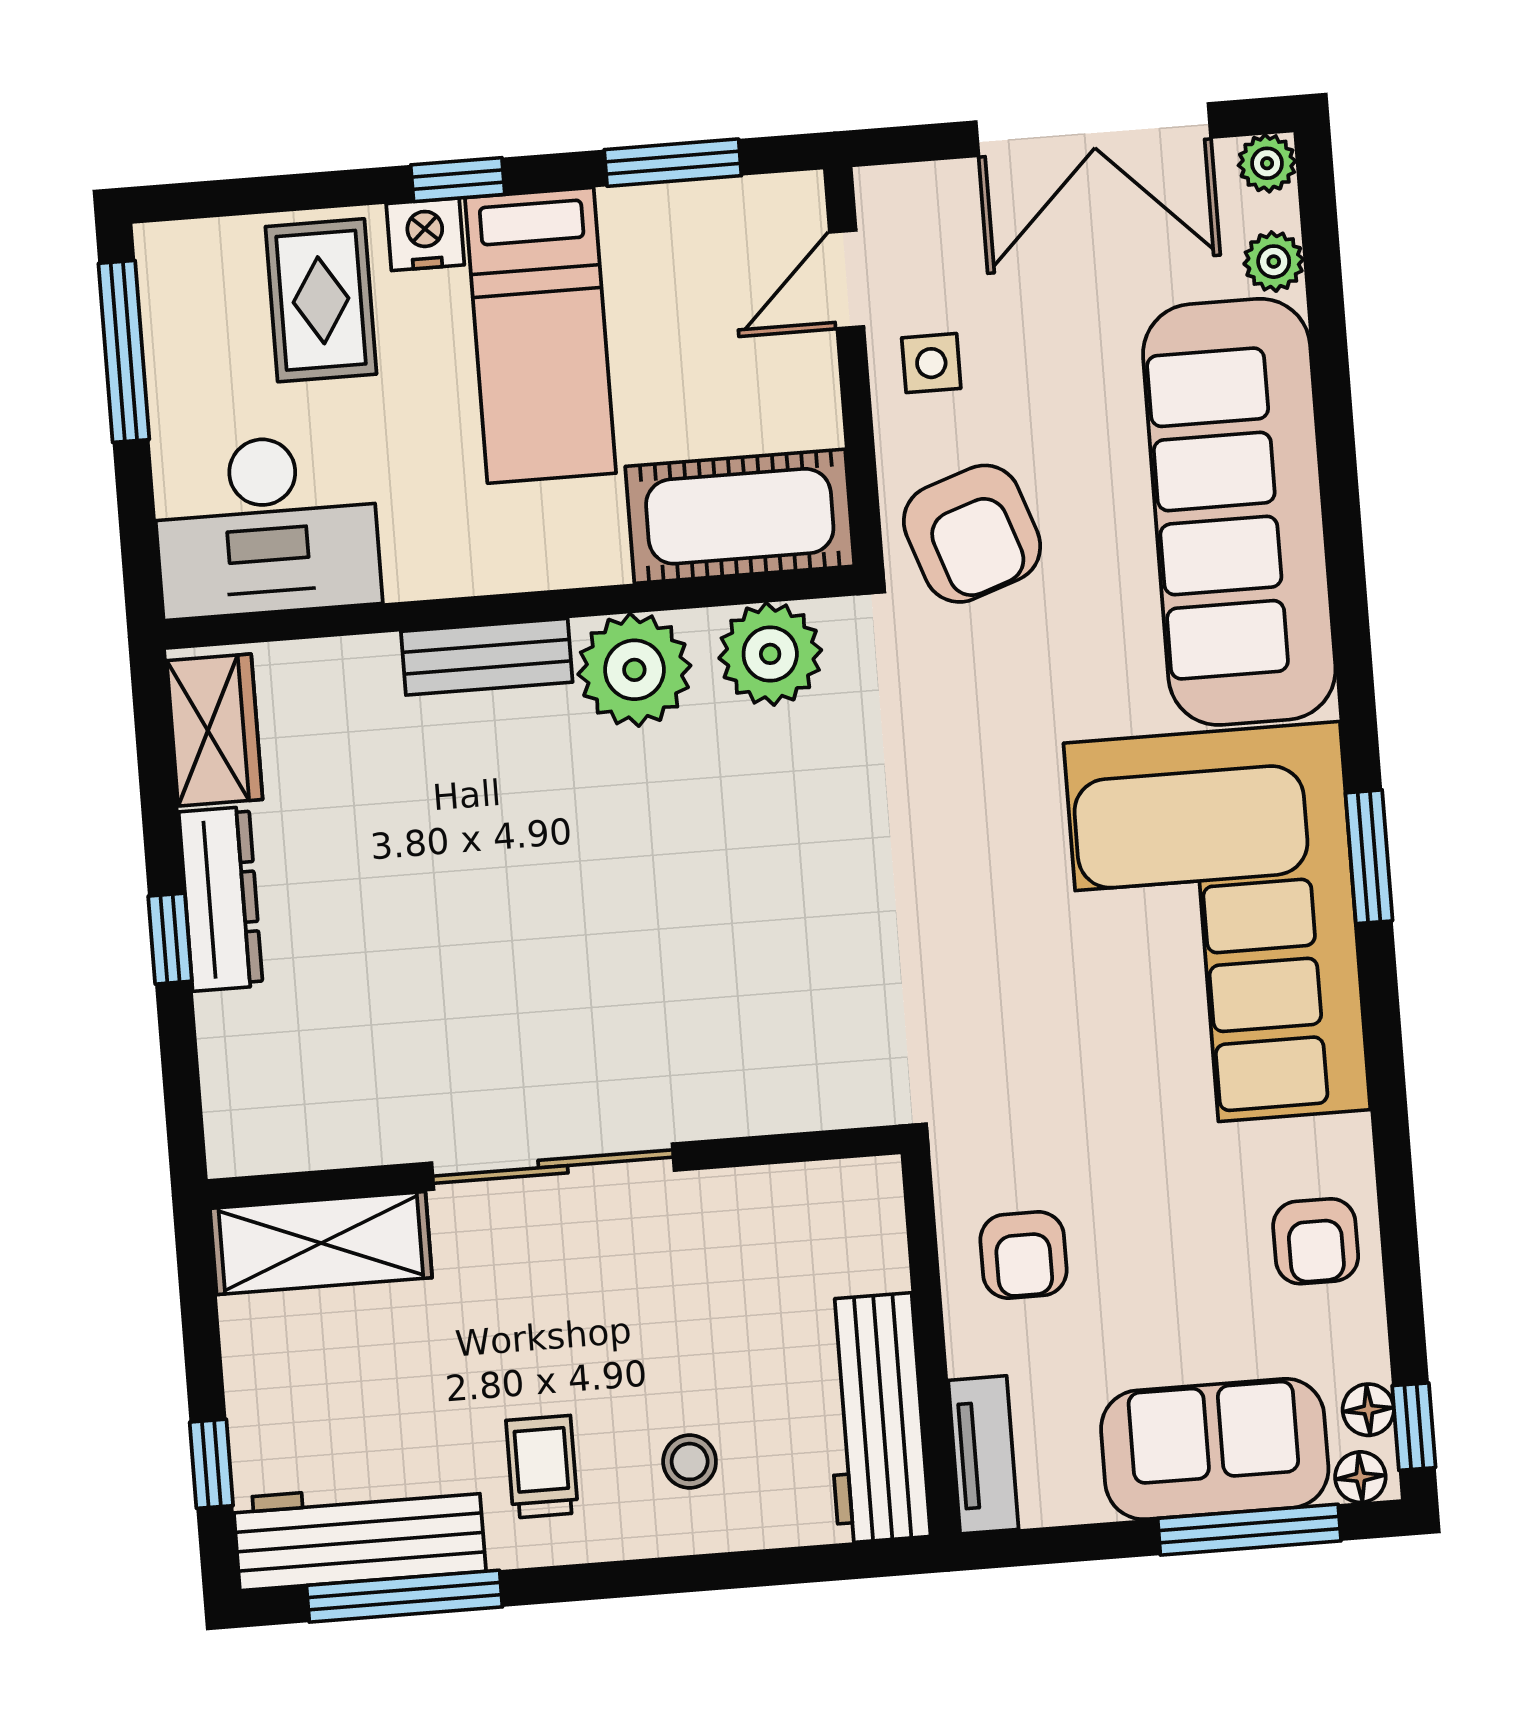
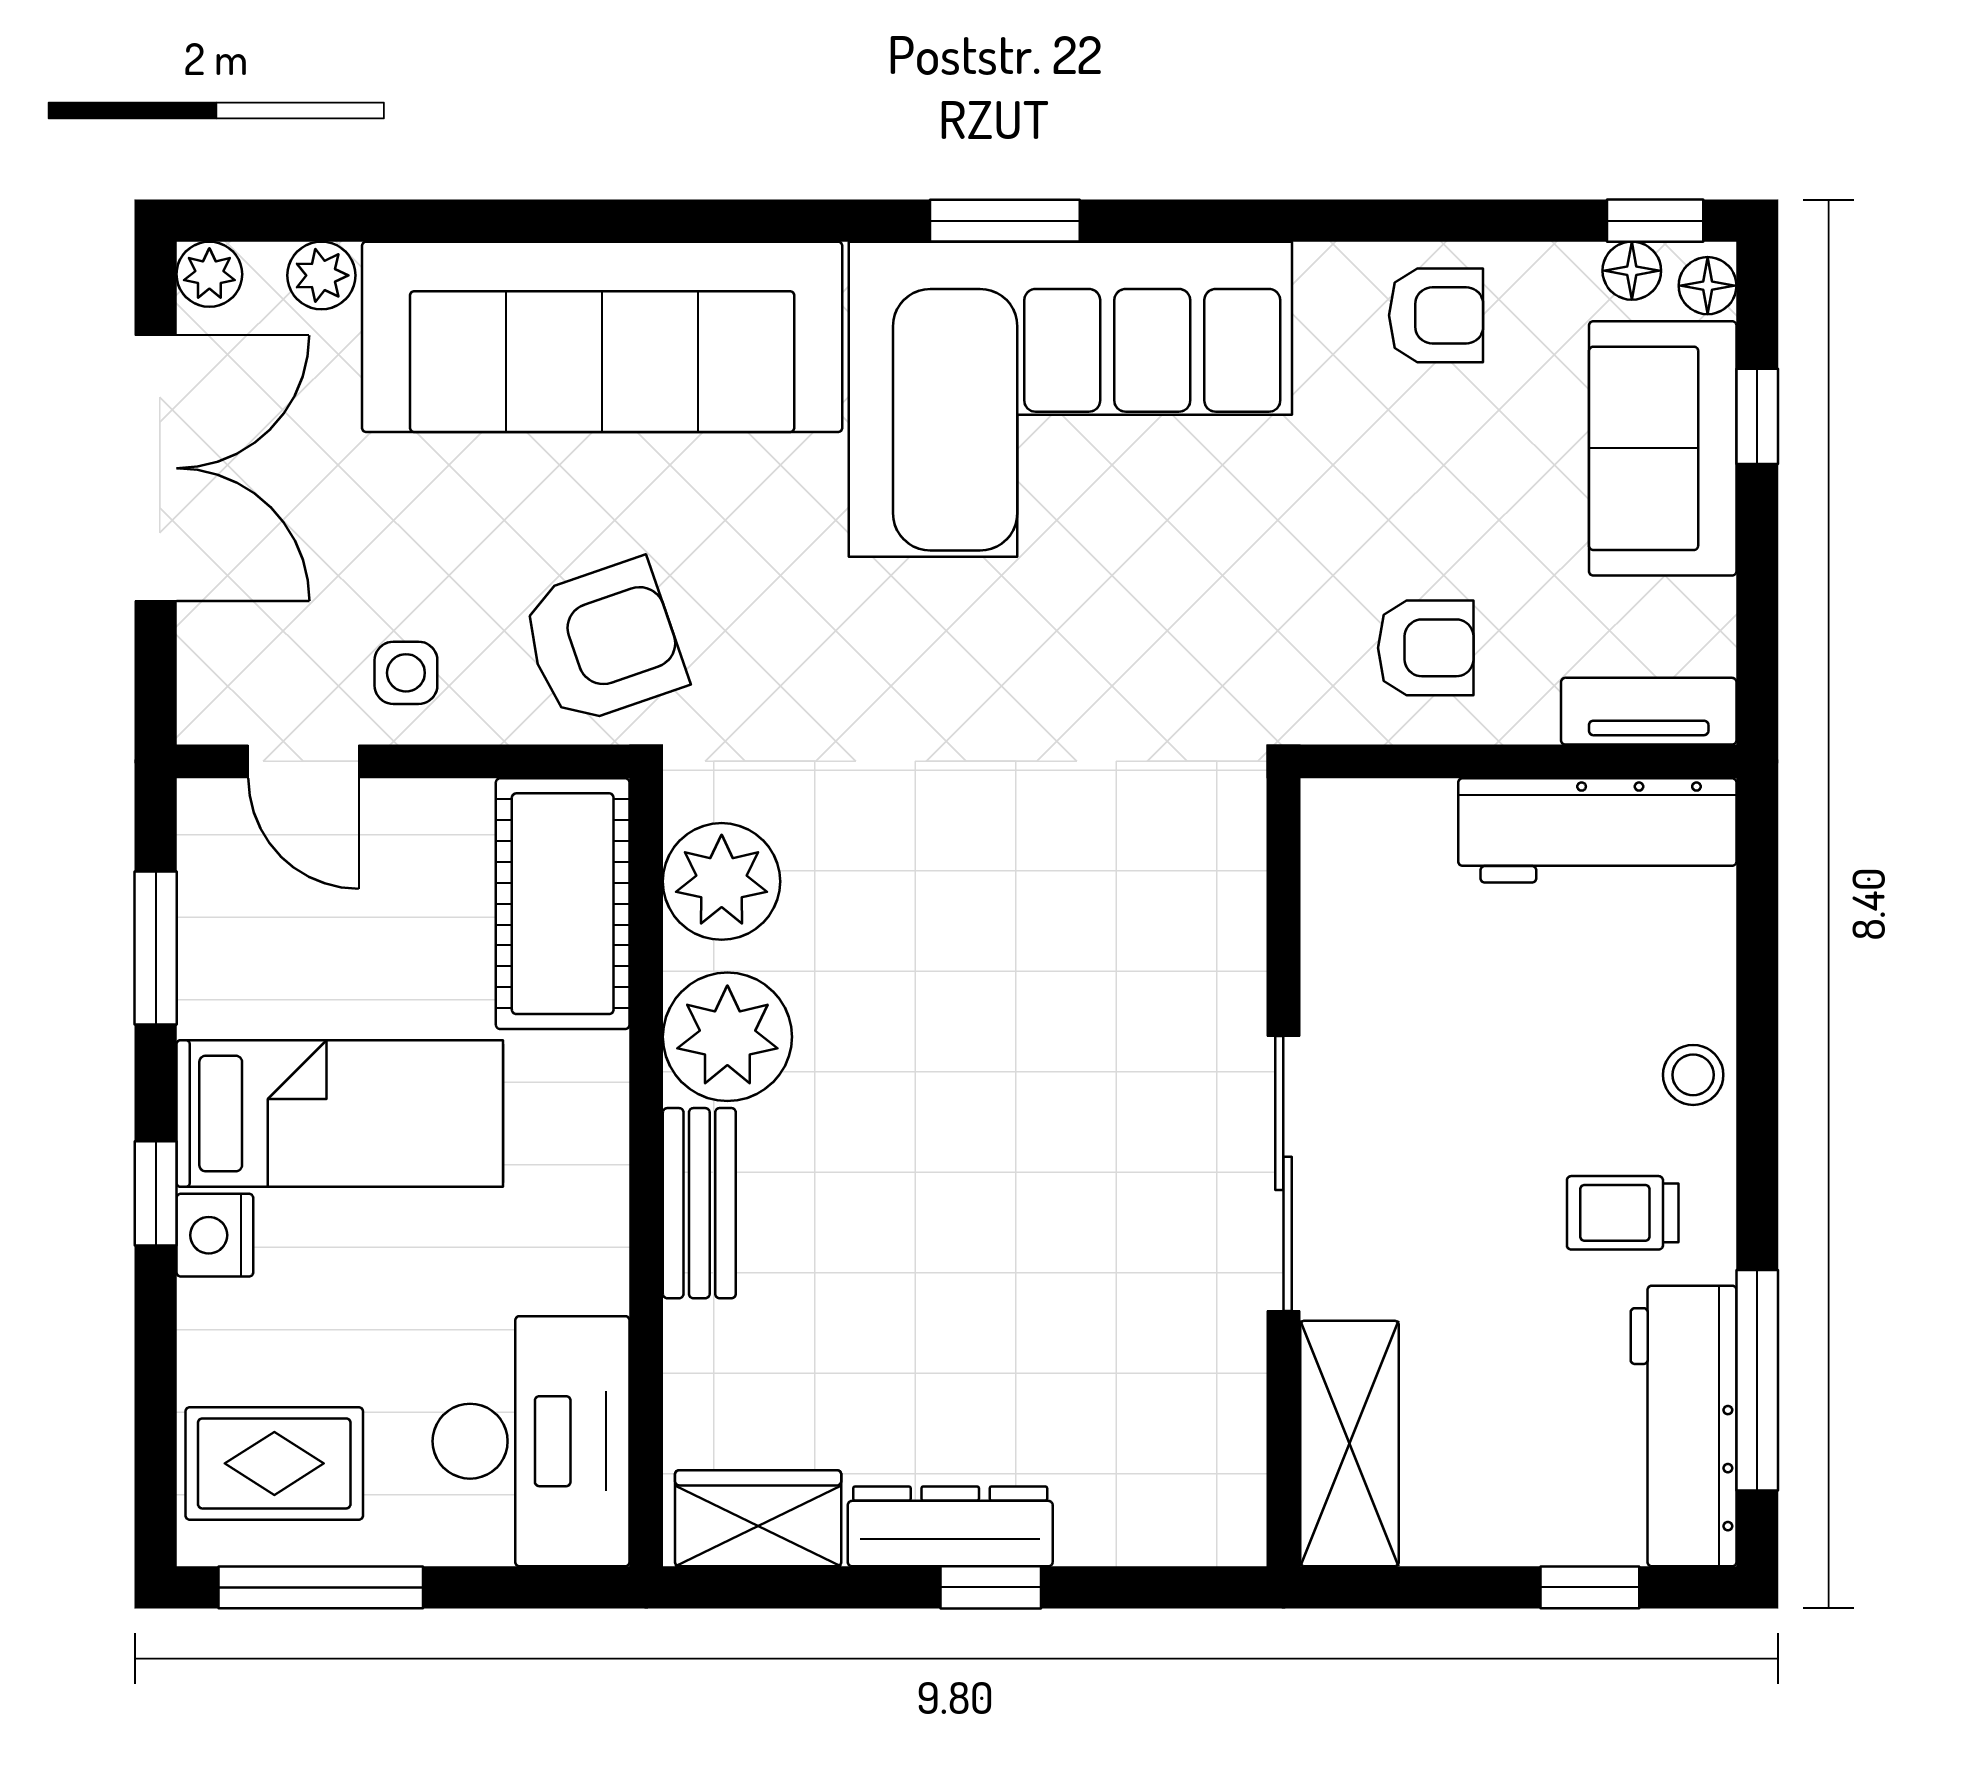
rug: (321, 300) -> (274, 1463), moved
stool: (690, 1462) -> (1693, 1075), moved
window: (1249, 1530) -> (1757, 416), width x0.46

